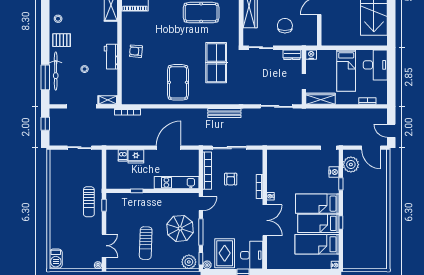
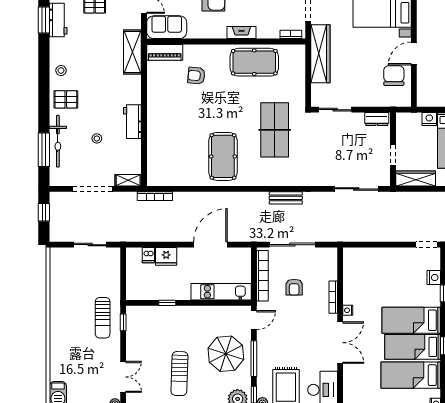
chair: (285, 26) -> (394, 76), moved
armchair: (136, 51) -> (196, 76), moved
nightstand: (311, 55) -> (429, 119), moved
bench: (224, 113) -> (286, 198), width x0.73

